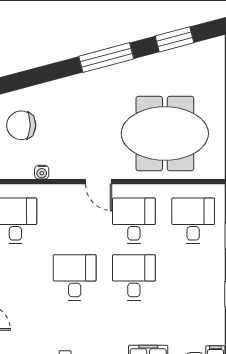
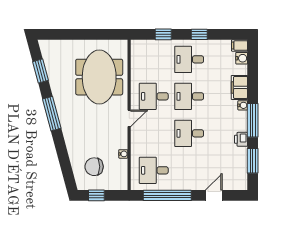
chair: (21, 125) -> (94, 167), turned 88
desk: (193, 221) -> (189, 59), moved

